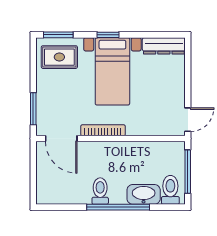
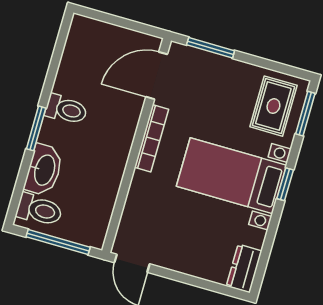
dresser: (164, 46) -> (244, 268), width x0.70
window: (118, 207) -> (36, 128), width x0.47

